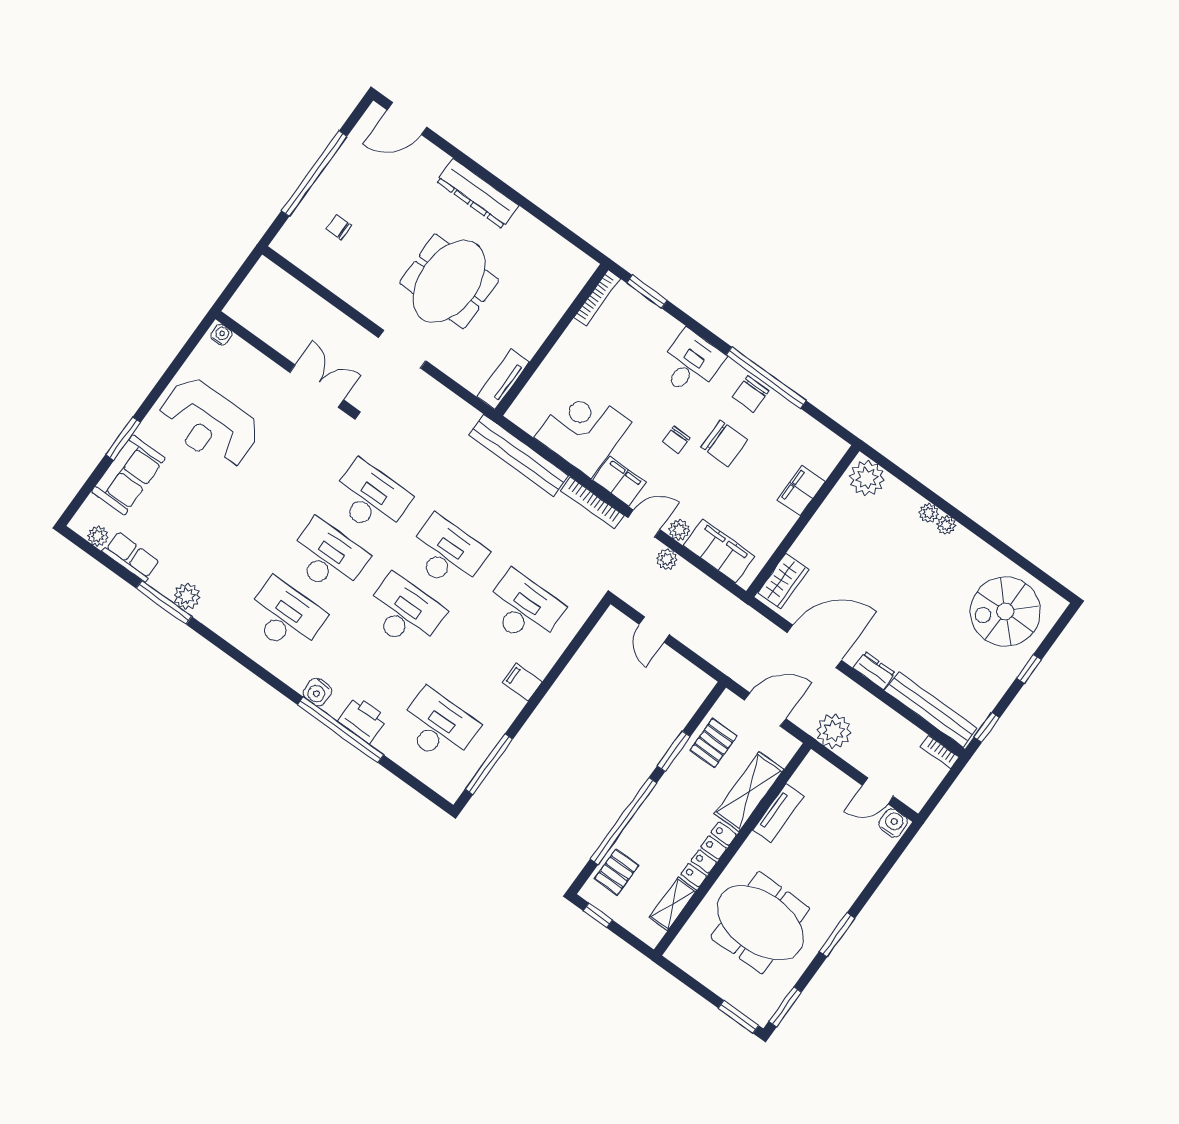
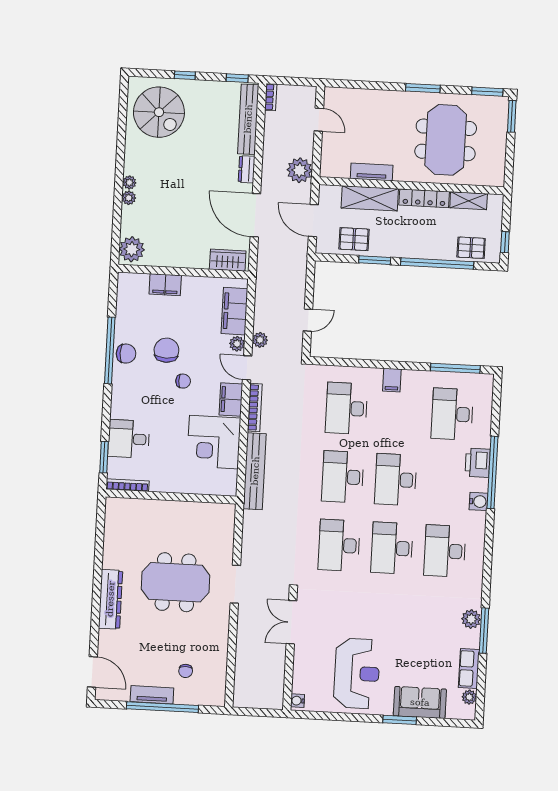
desk: (691, 363) -> (129, 439), moved
tv unit: (503, 379) -> (152, 695), moved, turned 180
water cooler: (893, 823) -> (332, 98), removed

